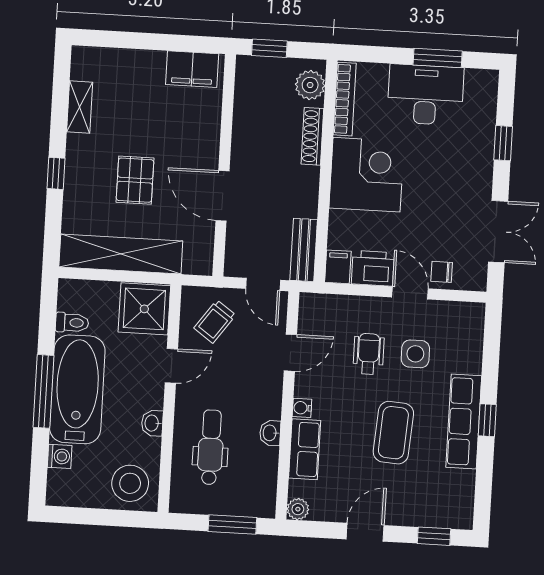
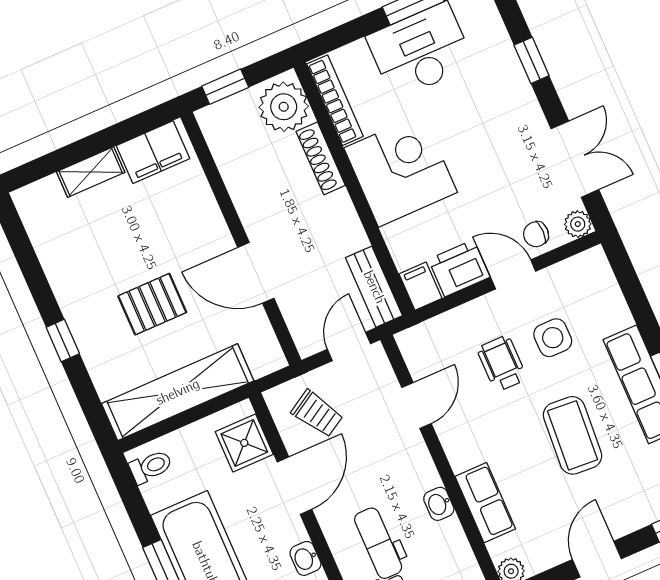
plant: (310, 85) -> (284, 107), width x1.36, depth x1.36
shelving: (80, 107) -> (91, 172), moved, turned 90
pallet: (135, 180) -> (152, 304), turned 90
plant: (476, 280) -> (578, 224), added
door: (263, 284) -> (349, 347), swing flipped
shower: (144, 309) -> (244, 443), width x0.73, depth x0.73
trolley: (215, 322) -> (317, 414), turned -67
toilet: (72, 323) -> (151, 467), moved
door: (171, 366) -> (294, 486), width x1.37
water cooler: (302, 408) -> (459, 459), removed

